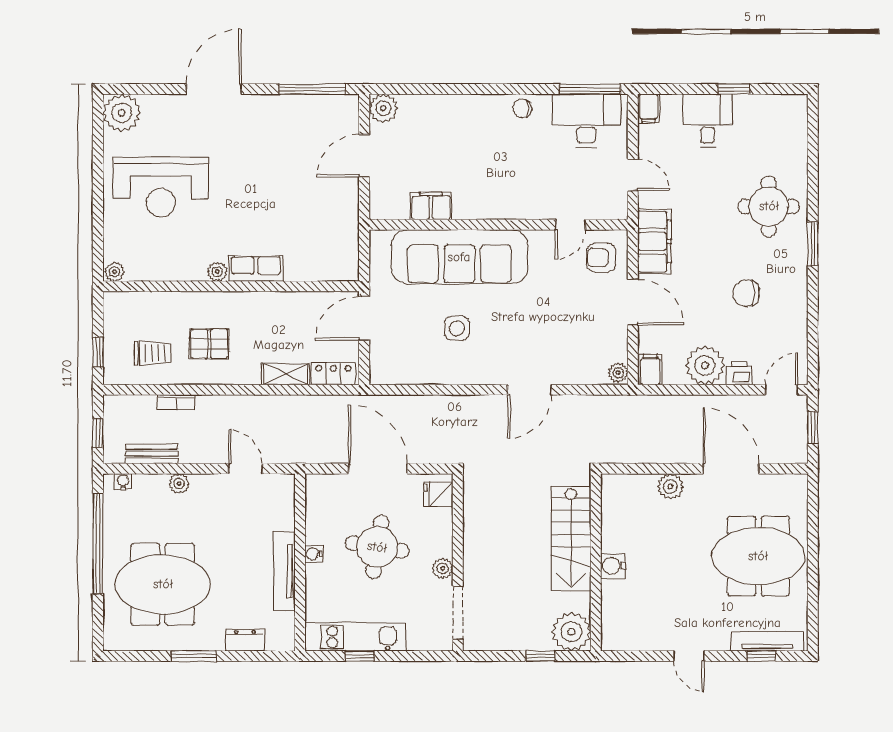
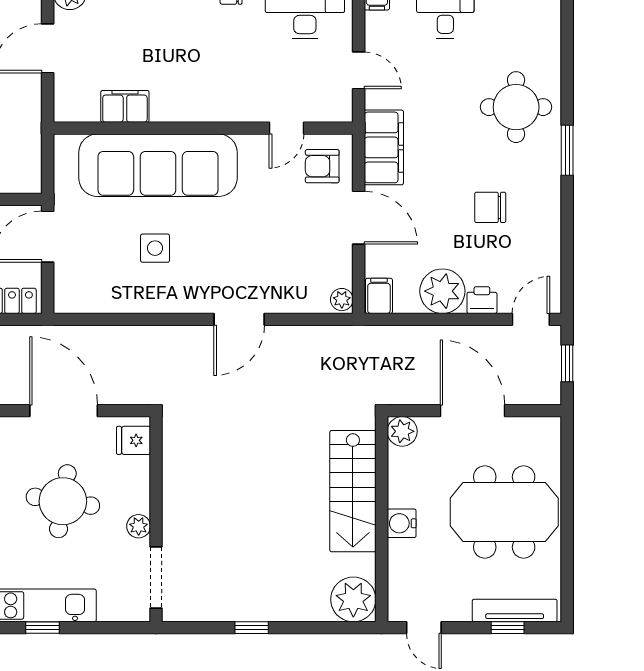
stairs: (571, 538) -> (353, 491), moved
wall: (596, 562) -> (382, 519), moved
water cooler: (613, 566) -> (402, 523), moved
plant: (571, 632) -> (353, 599), moved

